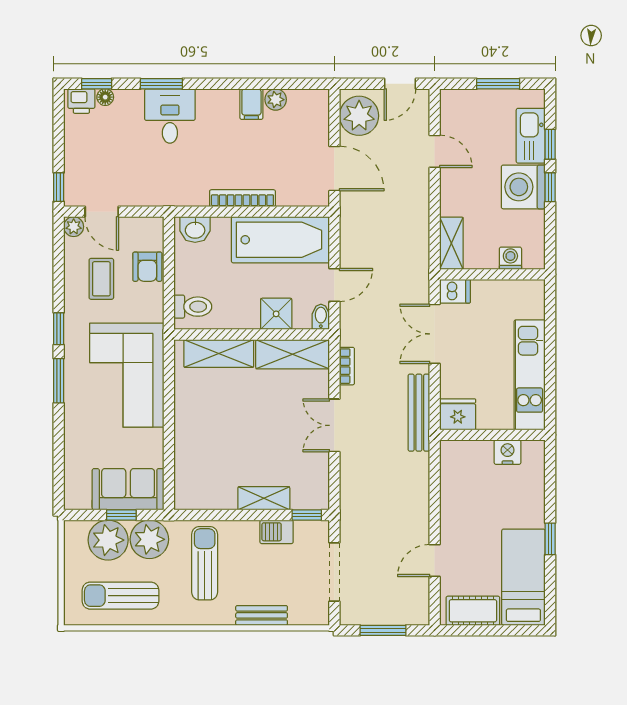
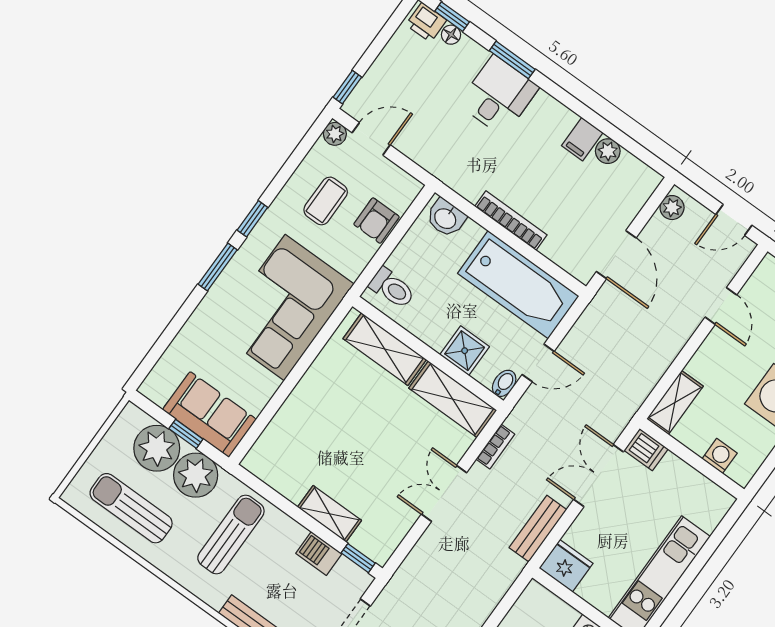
plant: (359, 116) -> (672, 208), width x0.53, depth x0.53
door: (102, 212) -> (371, 139), swing flipped
bench: (419, 413) -> (538, 529), width x0.73

